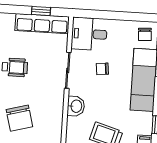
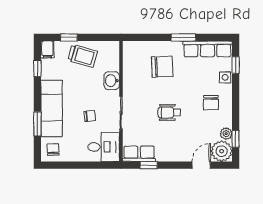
row of seats: (42, 24) -> (139, 154), width x0.68
chair: (19, 118) -> (162, 67), turned 103

